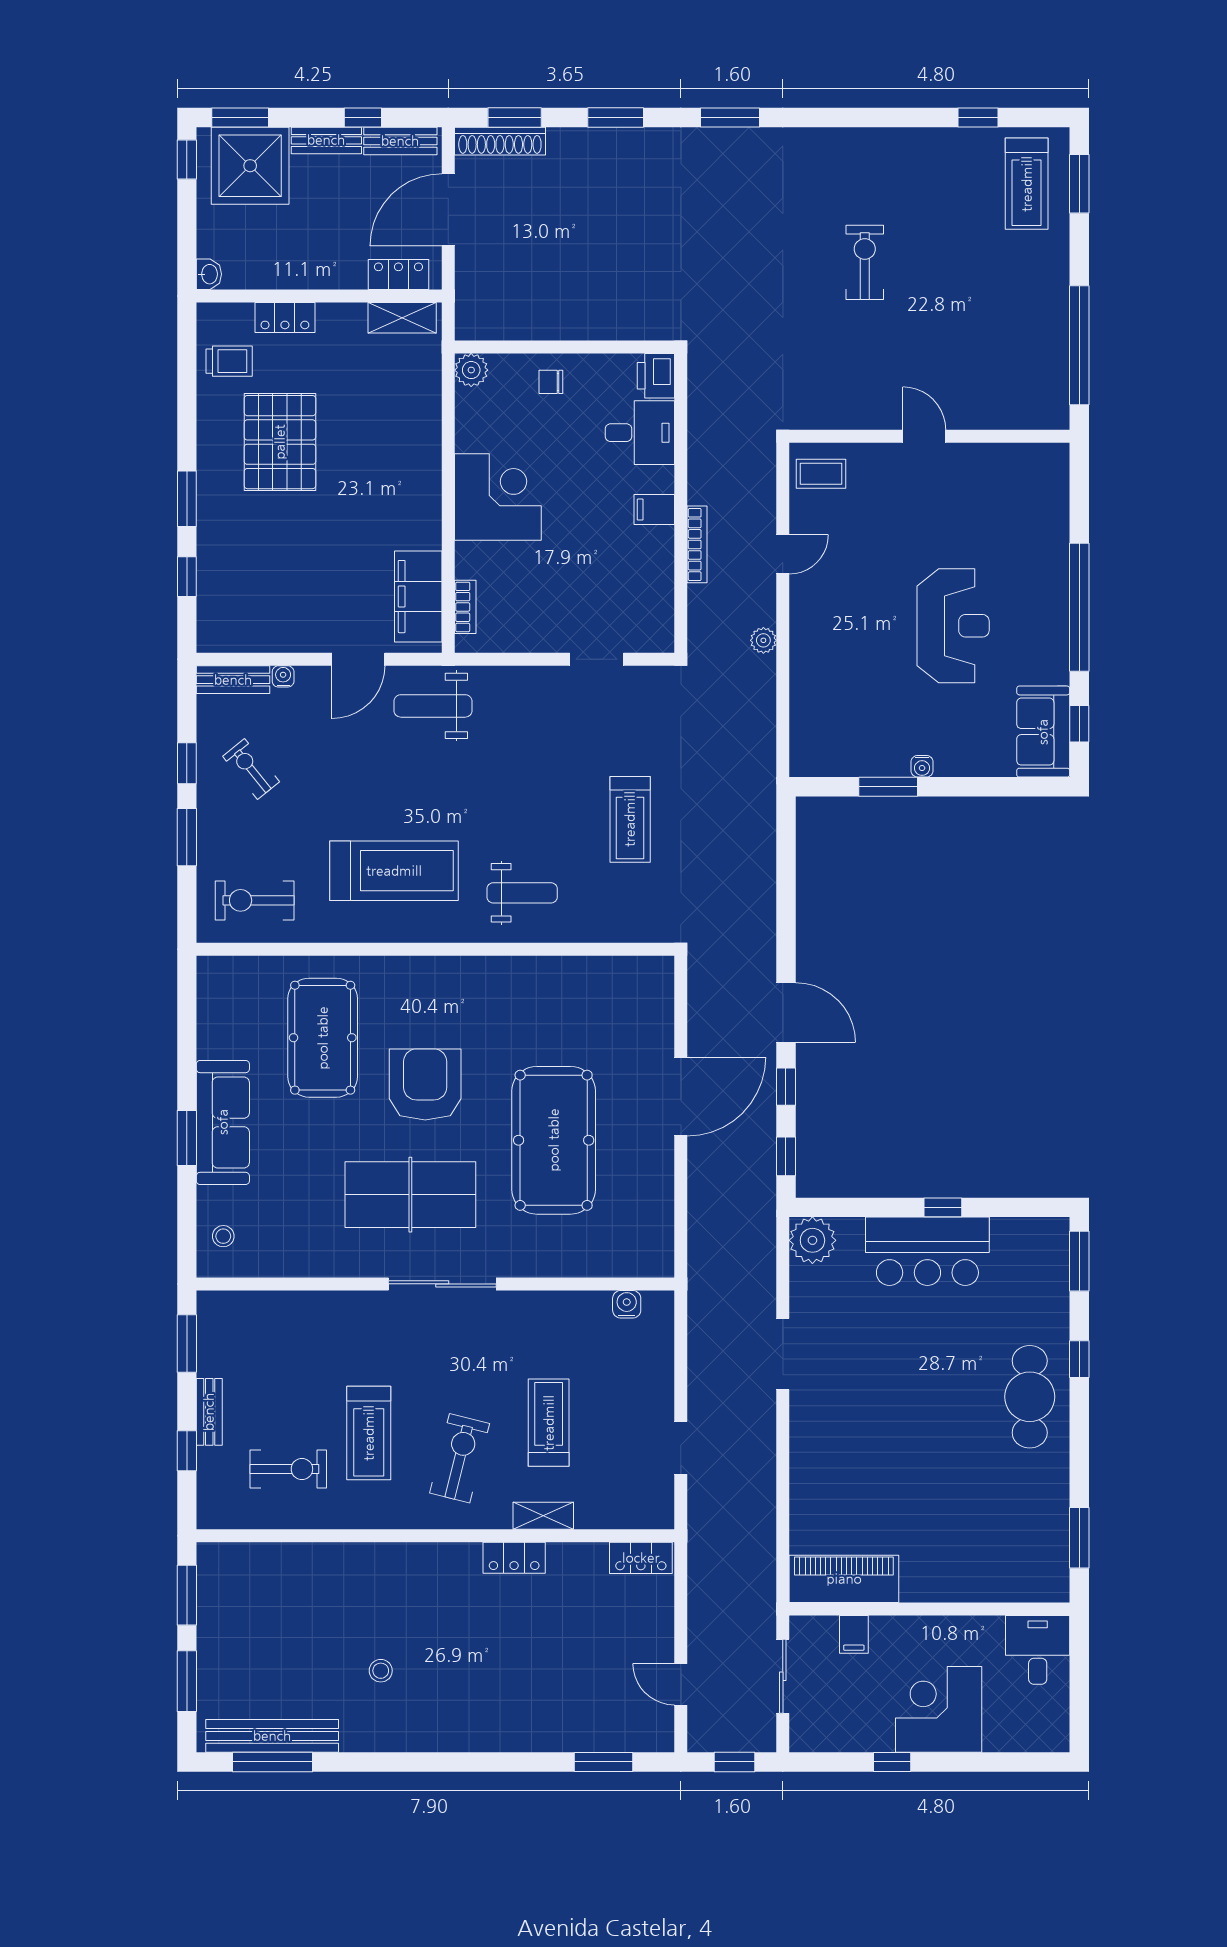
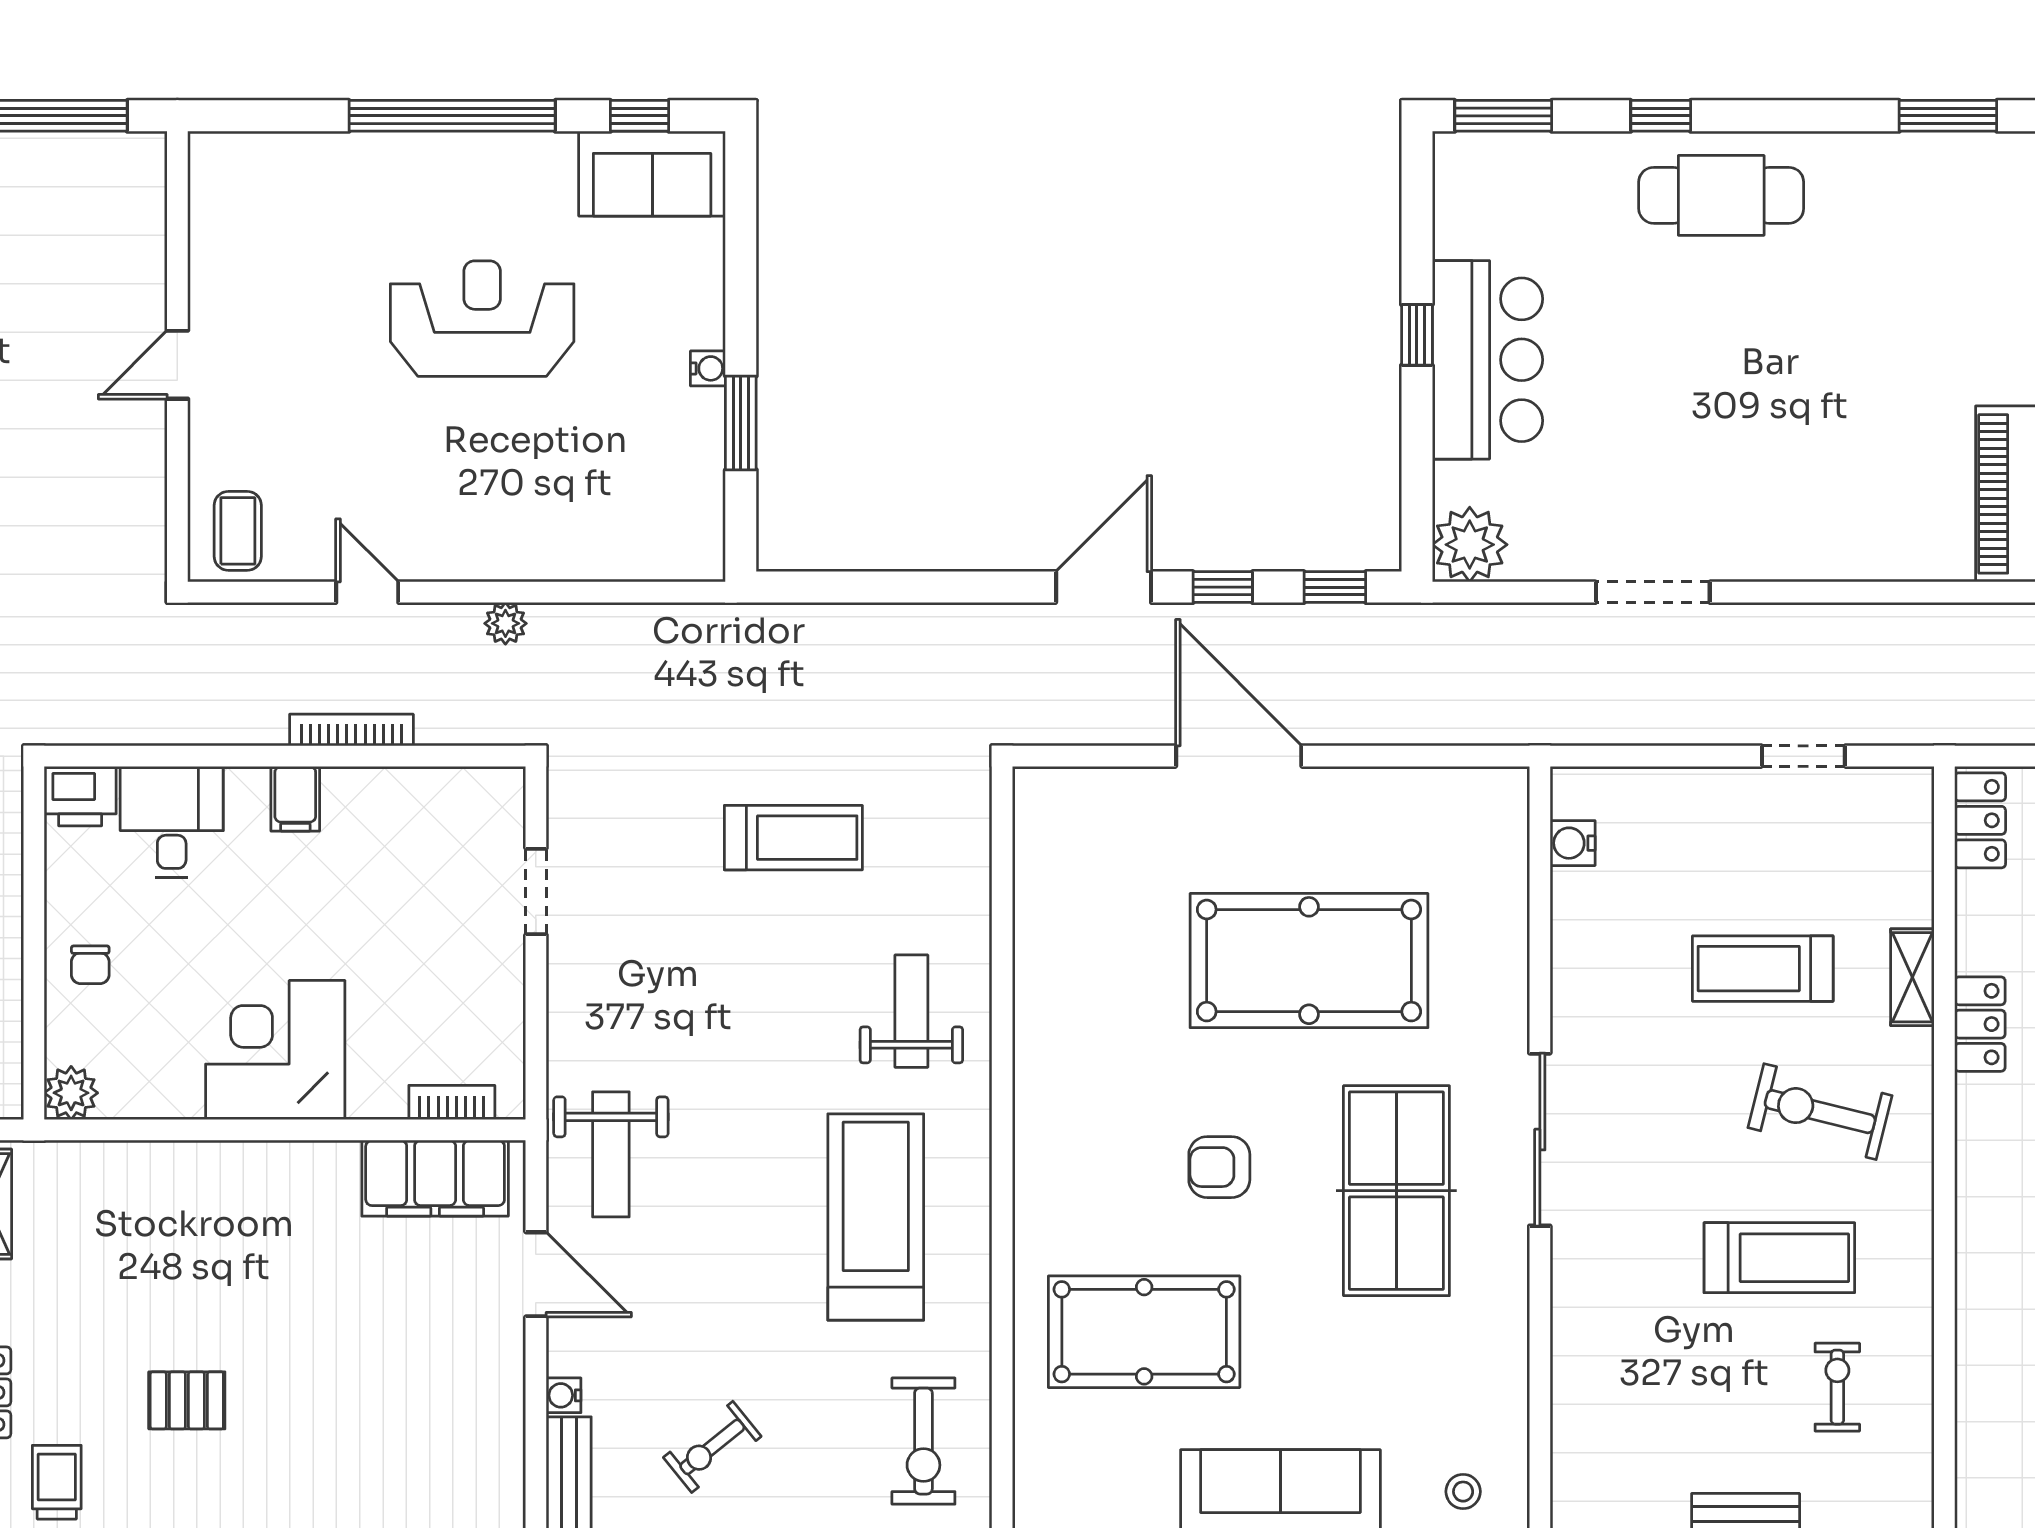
pallet: (280, 442) -> (187, 1400), width x0.49, depth x0.50
armchair: (425, 1084) -> (1219, 1167), width x0.53, depth x0.53
exercise bike: (288, 1469) -> (1837, 1387), width x0.73, depth x0.72

